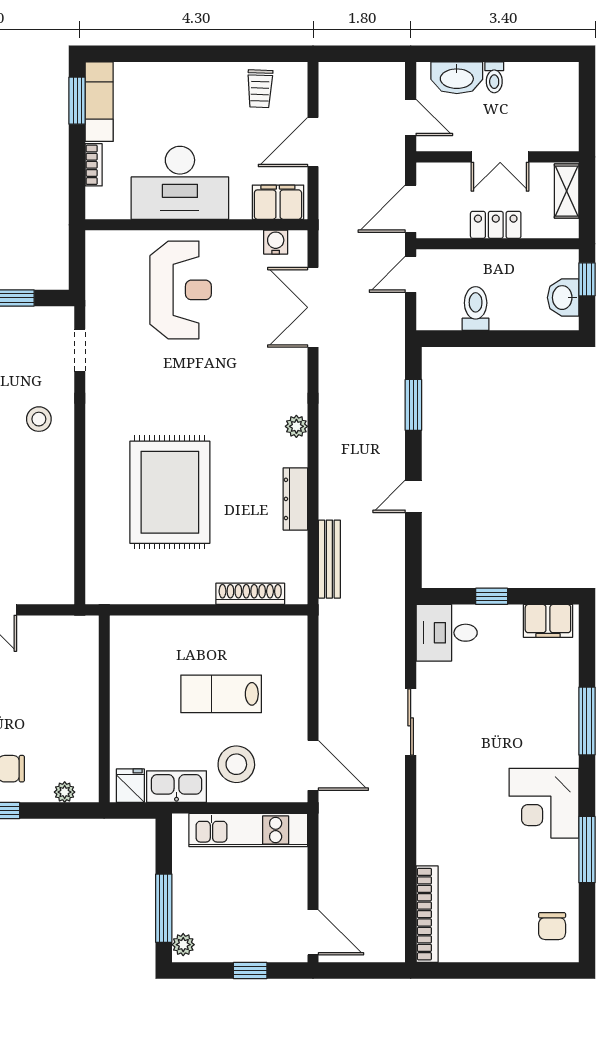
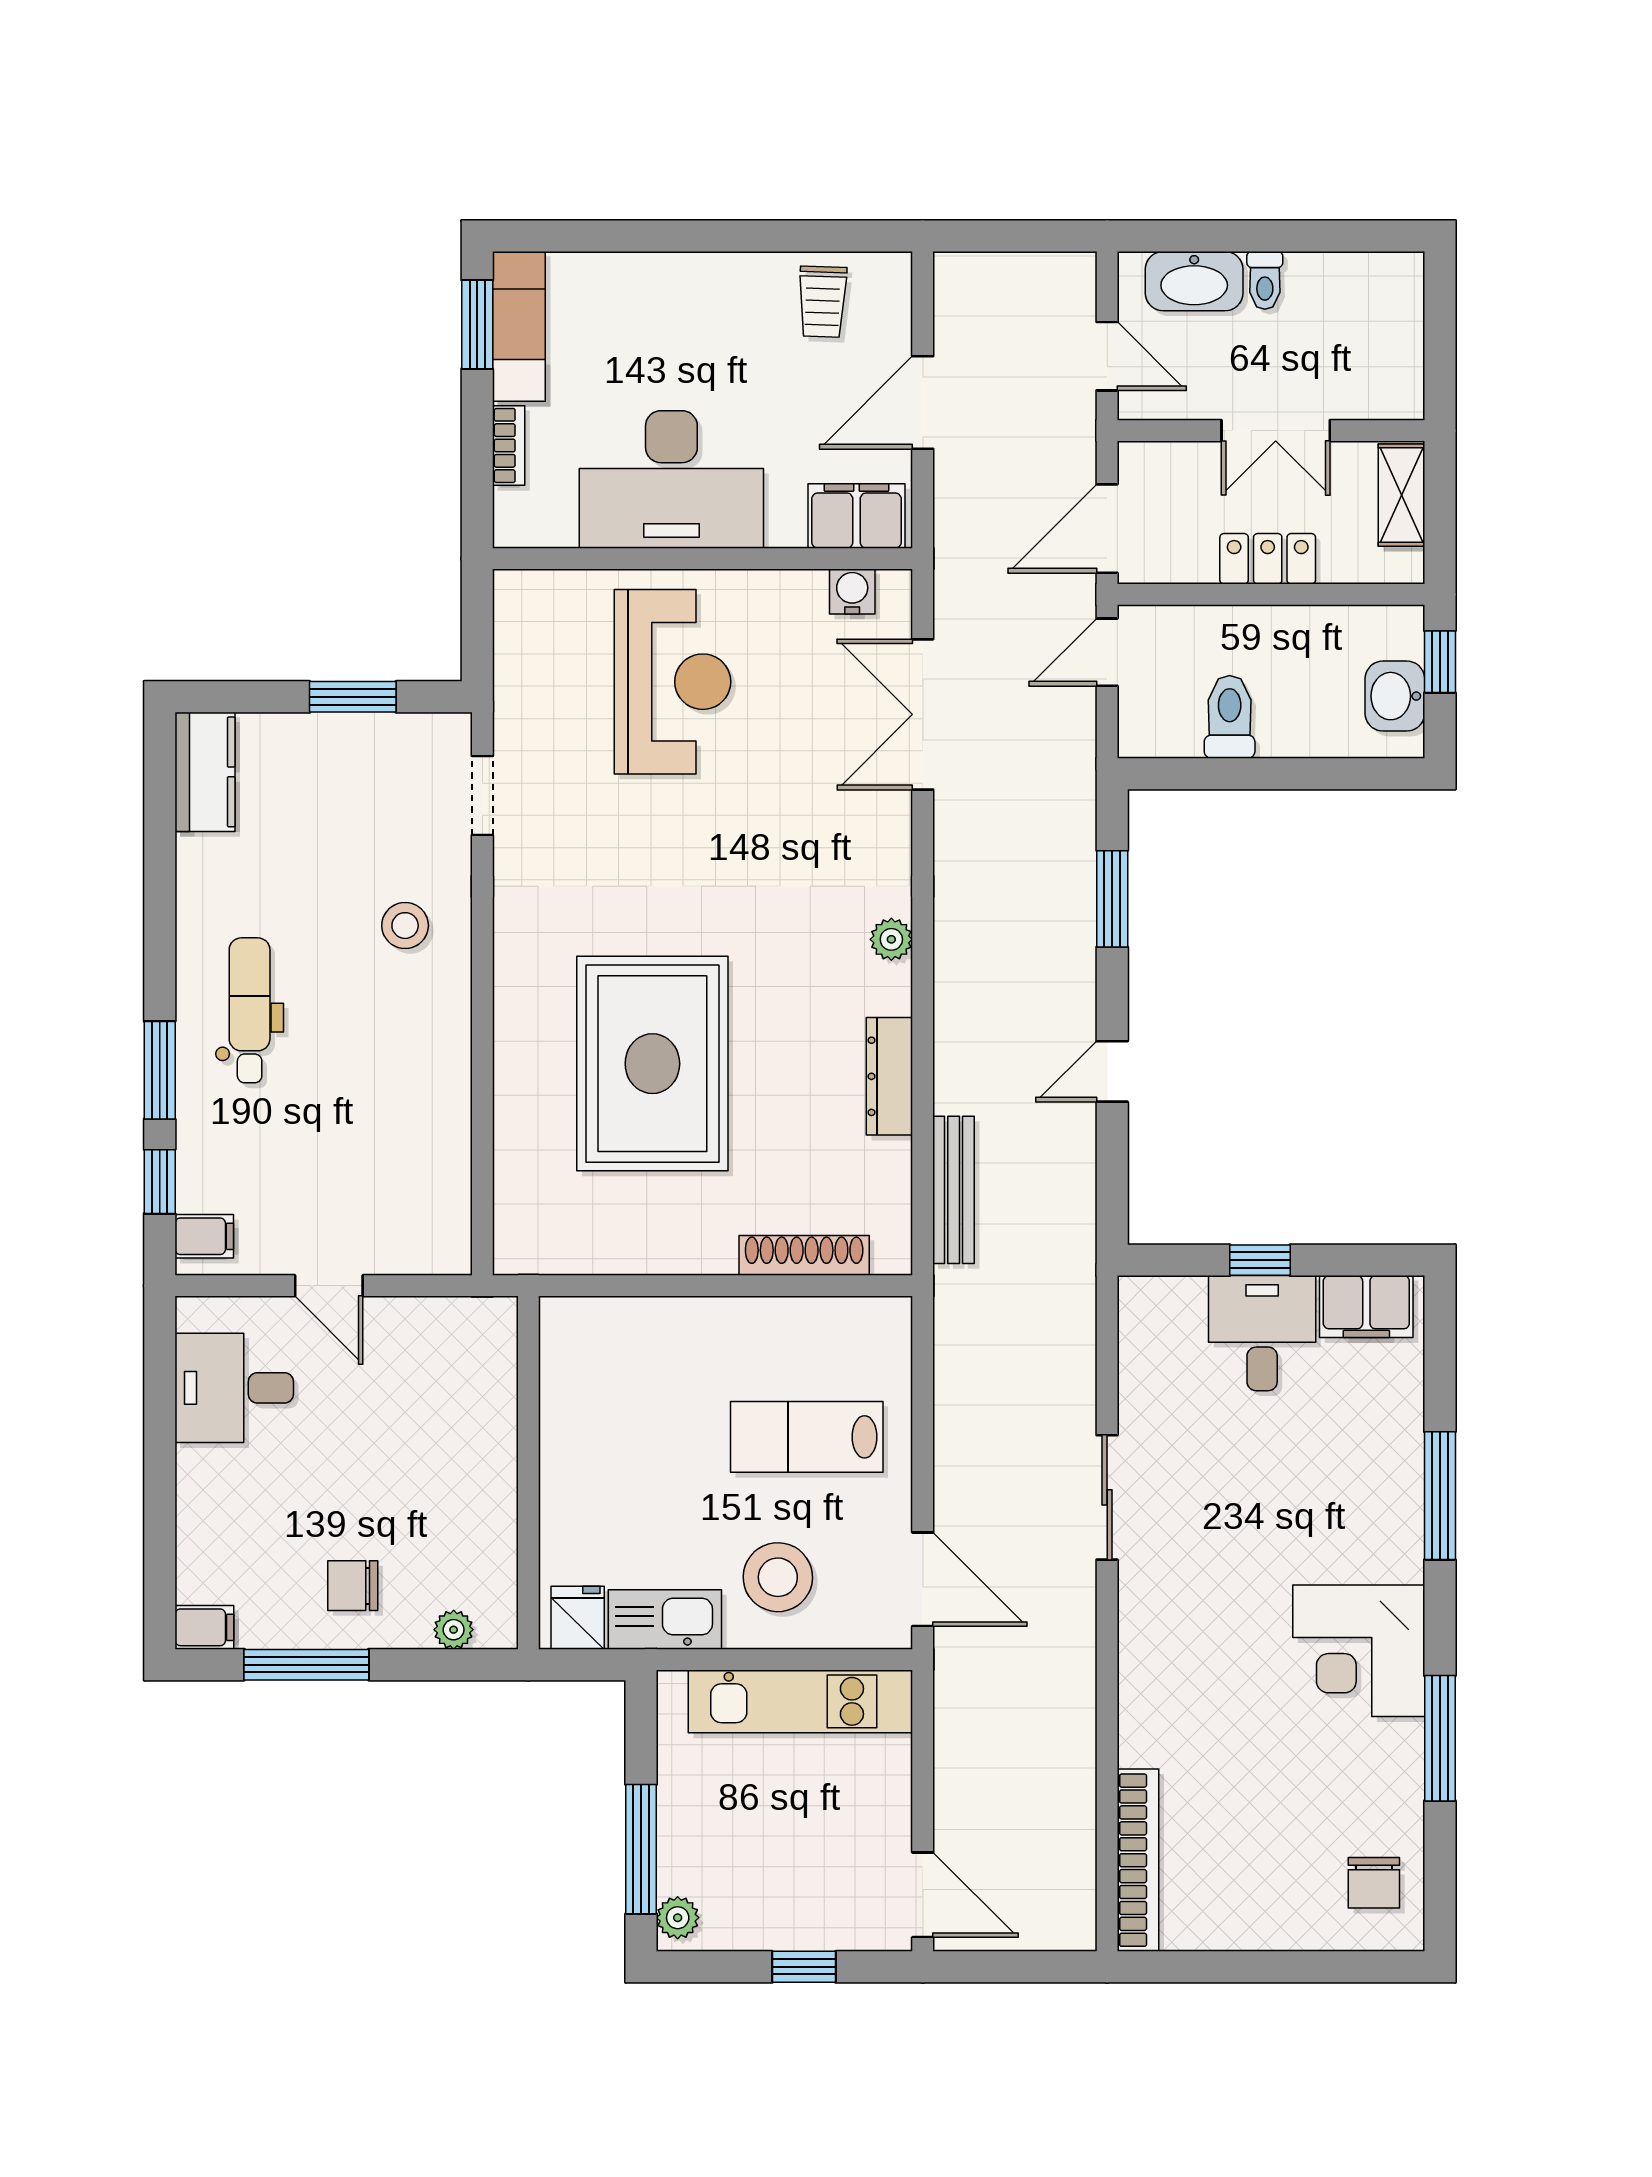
desk: (447, 633) -> (1262, 1333), moved, turned 90
lab bench: (221, 694) -> (807, 1437), moved

